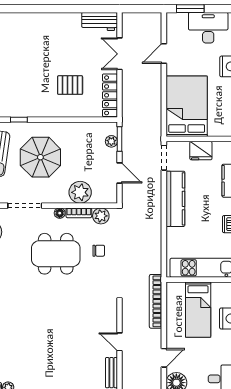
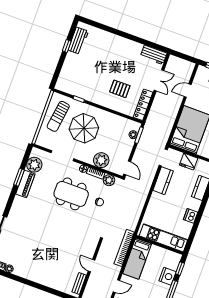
double door: (120, 54) -> (159, 80), swing flipped
door: (120, 173) -> (127, 168), moved
kitchen counter: (175, 199) -> (163, 181), width x0.67
bed: (198, 310) -> (137, 259), moved

